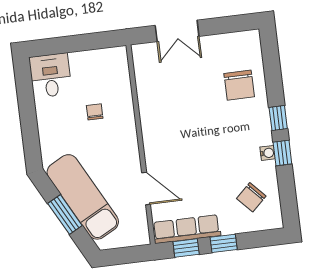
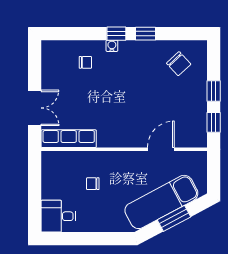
chair: (239, 85) -> (85, 62), width x0.54, depth x0.54
water cooler: (268, 153) -> (112, 46), moved
row of seats: (187, 229) -> (69, 139), moved, turned 90

